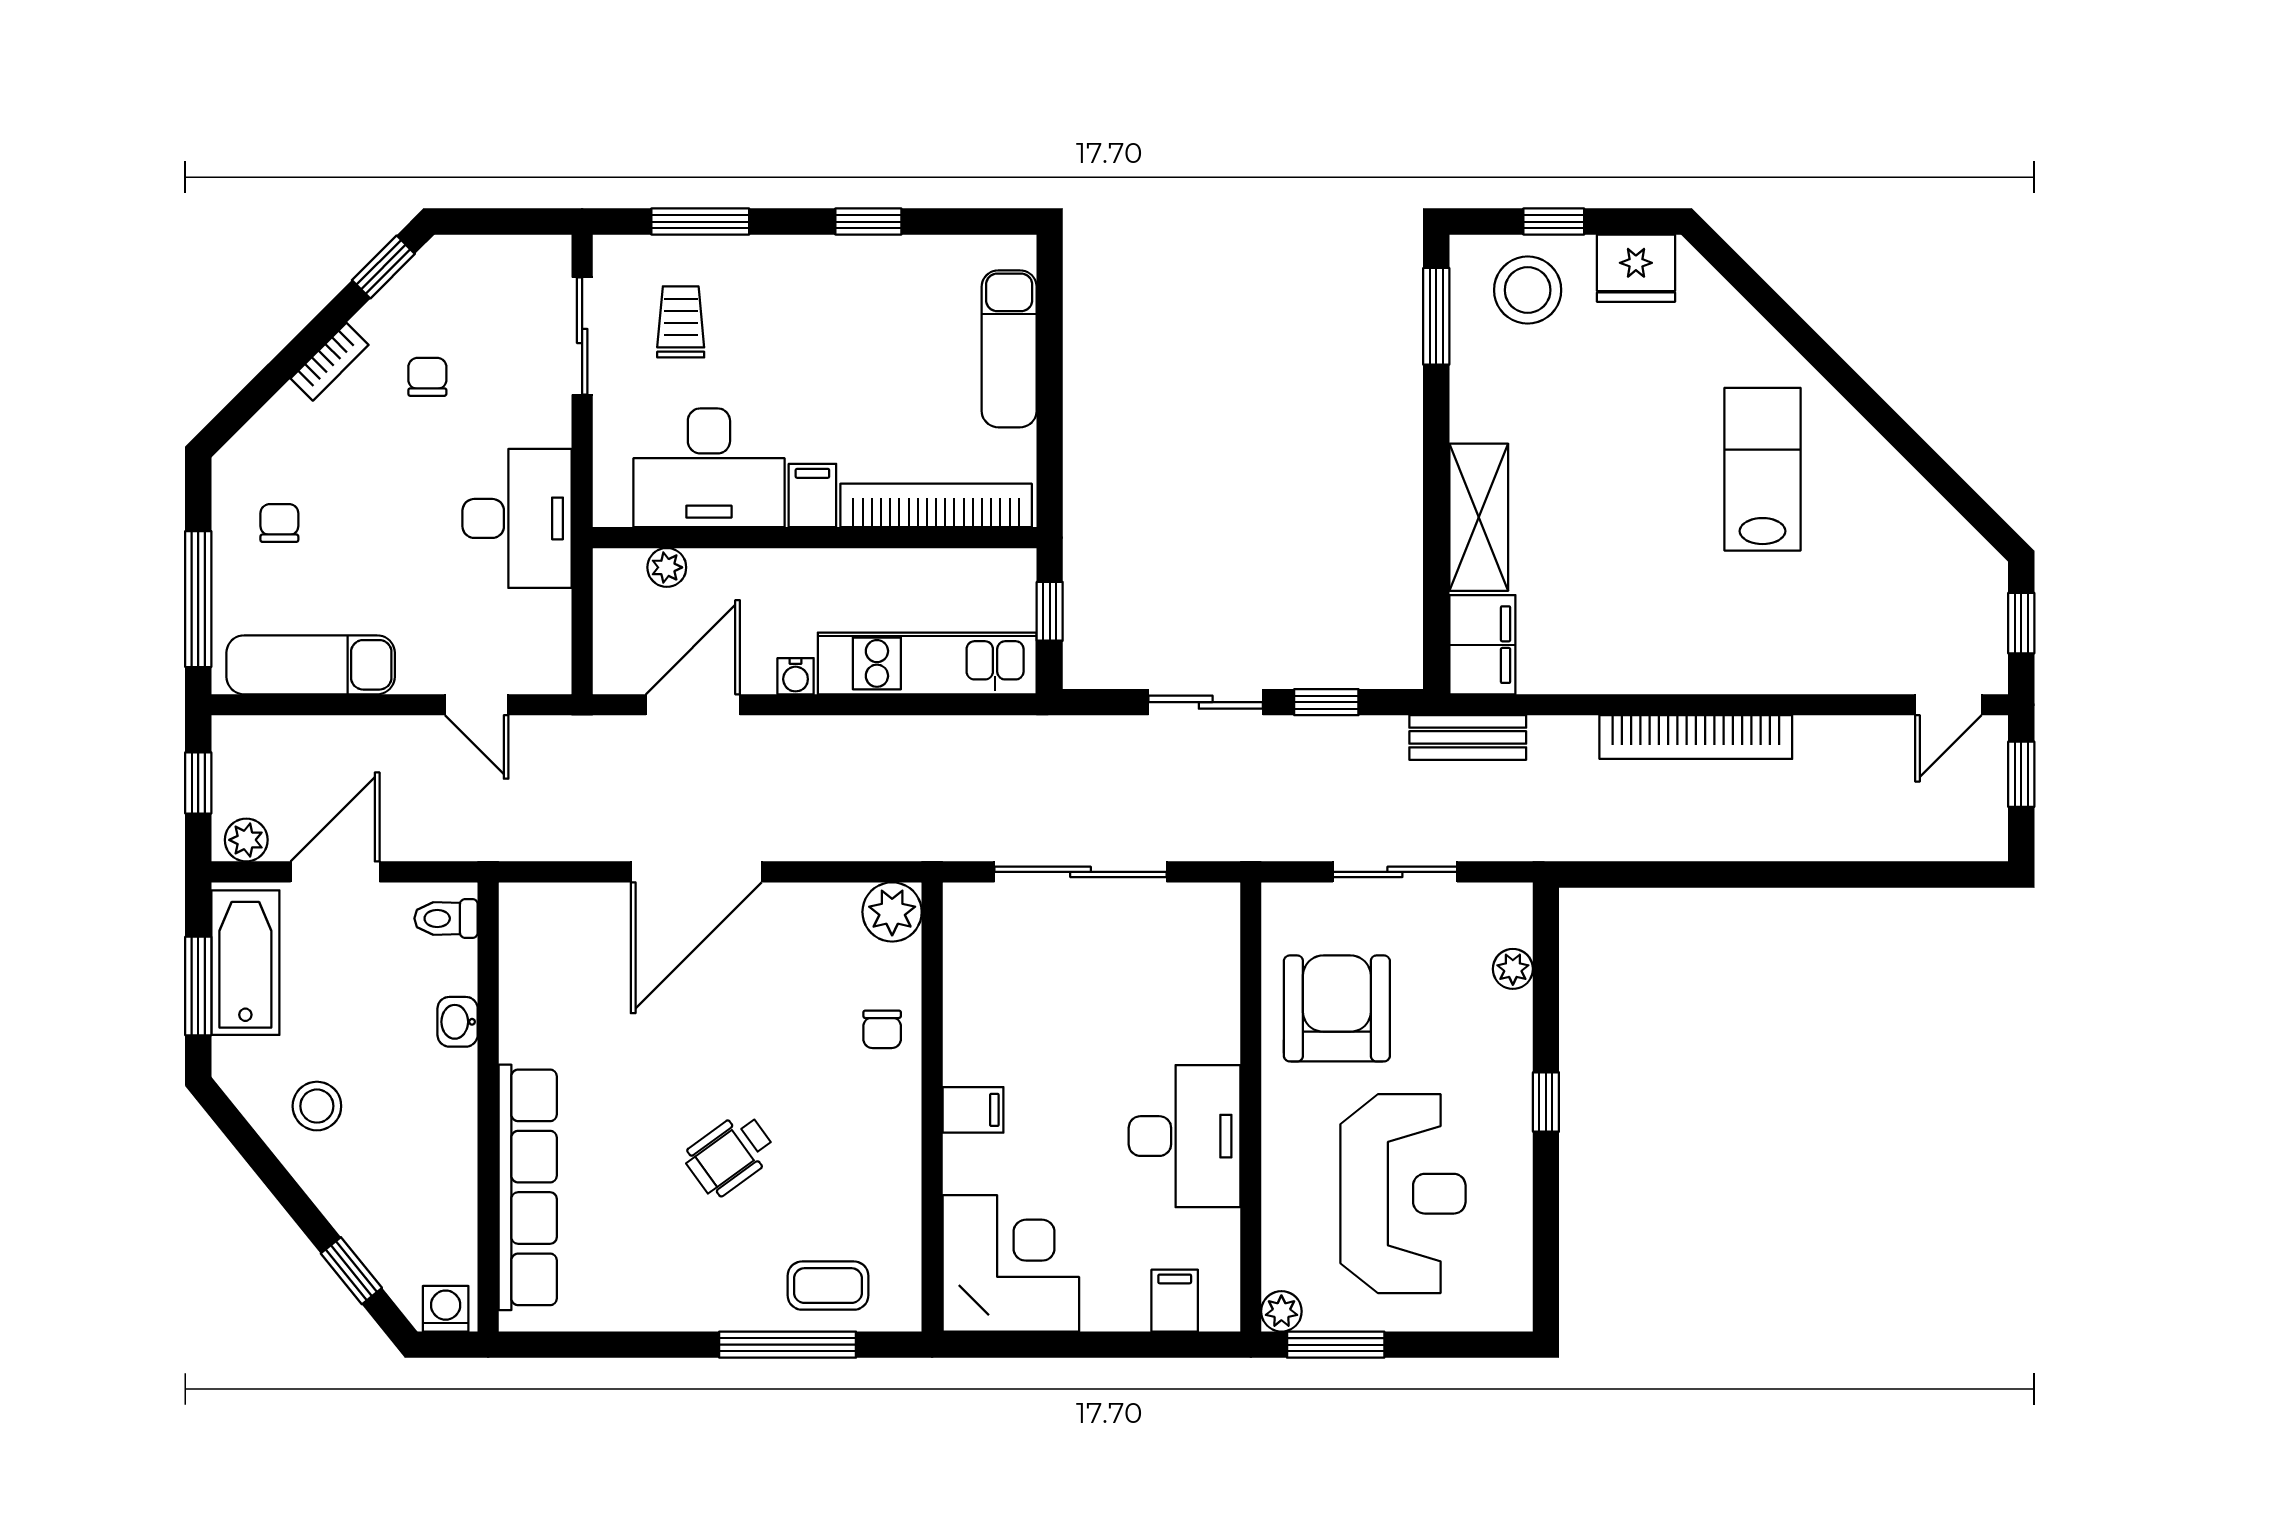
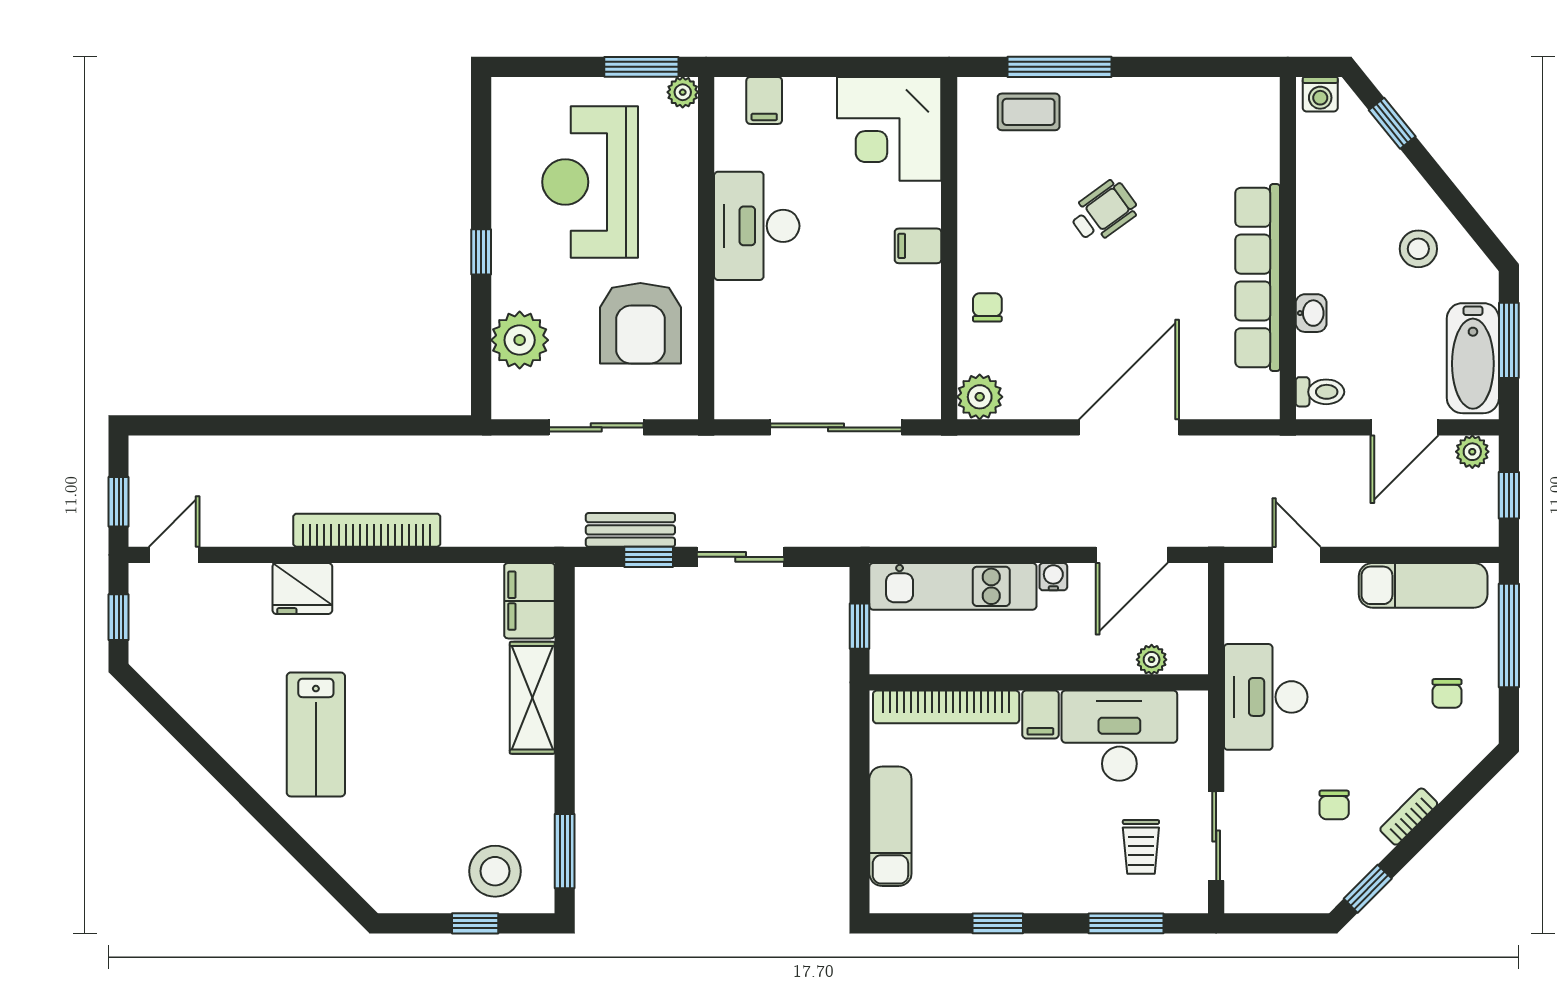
fridge: (1636, 268) -> (302, 588), moved, turned 180
bench: (1468, 737) -> (630, 530), moved
plant: (1513, 969) -> (520, 340), width x1.87, depth x1.87
row of seats: (528, 1187) -> (1258, 278), moved

